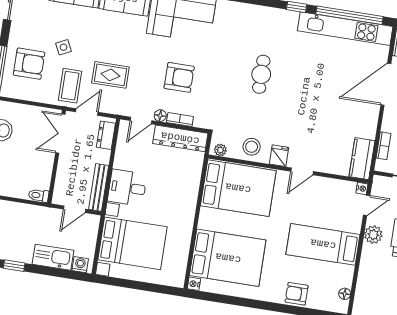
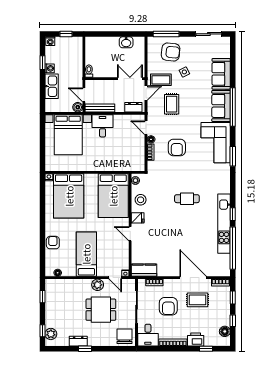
kitchen unit: (345, 29) -> (224, 224), moved
armchair: (29, 64) -> (171, 52), turned -84
door: (87, 112) -> (146, 93), hinge flipped
dresser: (180, 138) -> (139, 154), removed
boiler: (92, 222) -> (78, 107), added
washing machine: (80, 265) -> (50, 68), moved

